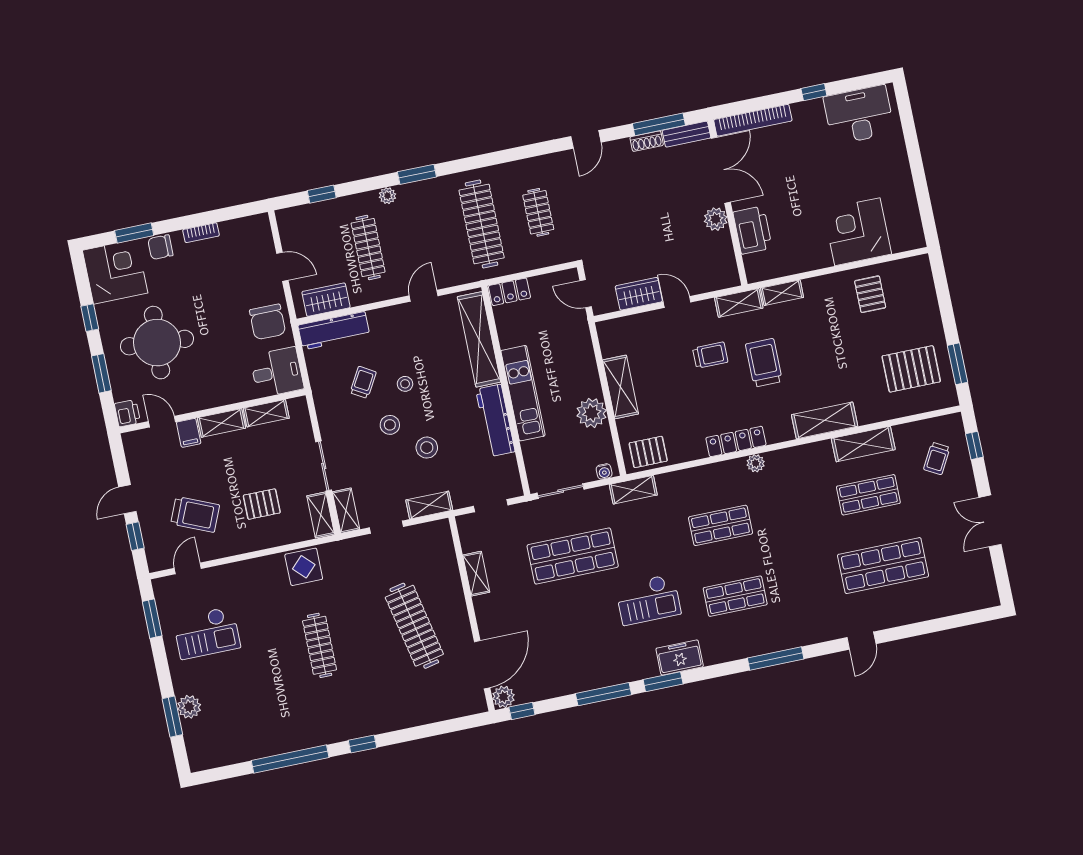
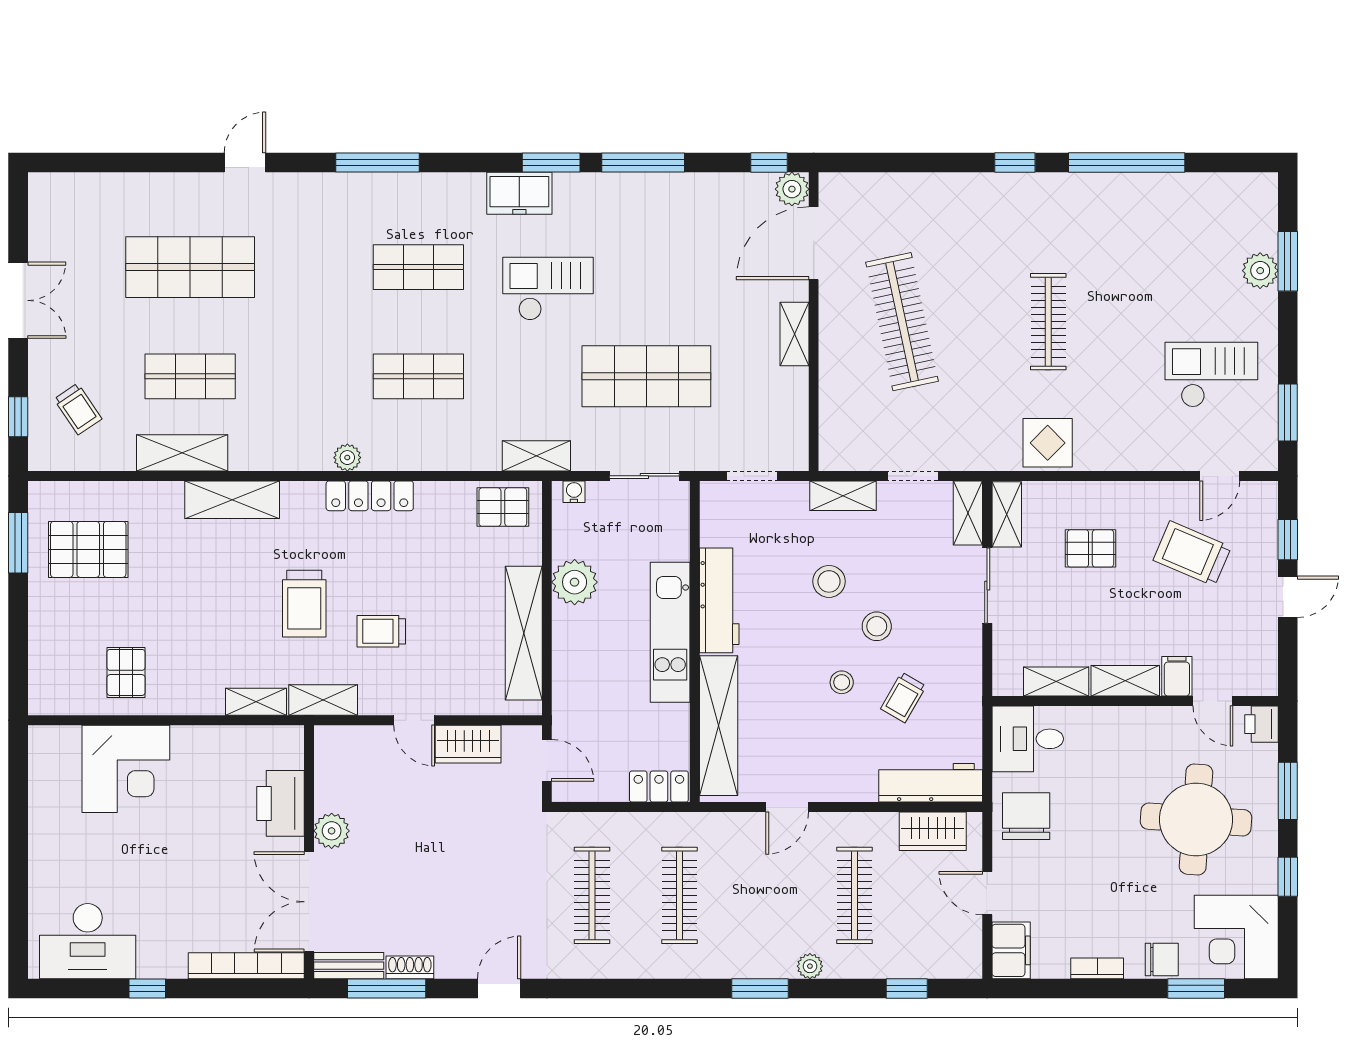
clothes rail: (538, 212) -> (592, 895), width x1.36
clothes rail: (482, 224) -> (680, 895), width x0.73, depth x0.76
filing cabinet: (259, 233) -> (1011, 950), added
shelving: (621, 387) -> (524, 633), width x1.47
trolley: (937, 459) -> (78, 409), turned 117
shelving: (476, 574) -> (794, 334), moved

